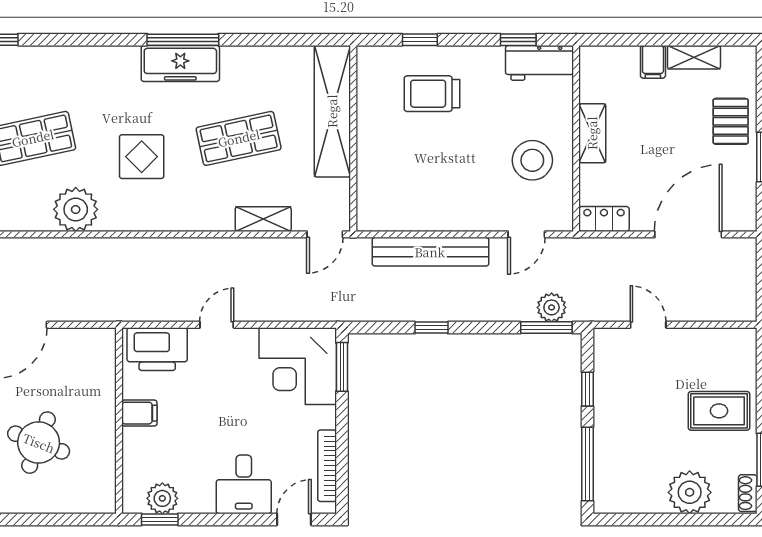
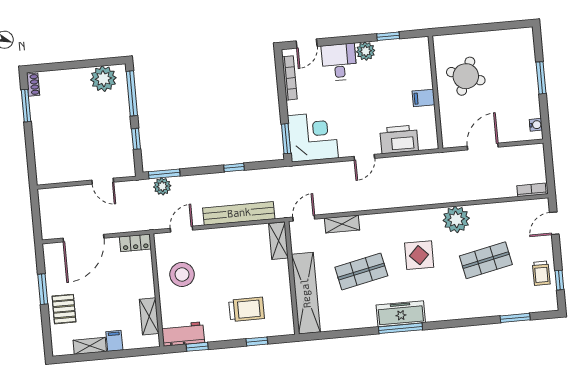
shelving: (592, 133) -> (149, 316), moved
shelving: (370, 201) -> (278, 241), added
rug: (719, 411) -> (55, 133), removed
filing cabinet: (139, 413) -> (423, 98), moved
wall: (119, 421) -> (435, 92), moved
plant: (690, 492) -> (103, 79), moved
plant: (162, 498) -> (366, 51), moved

